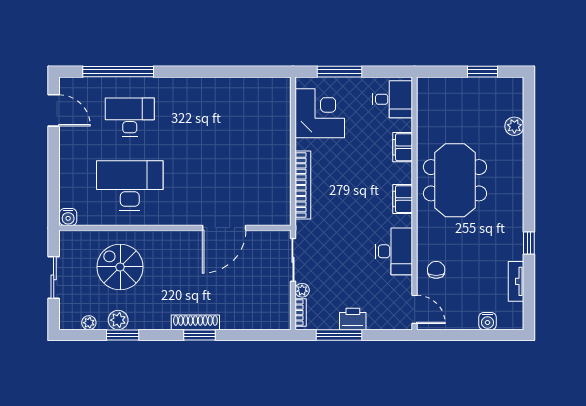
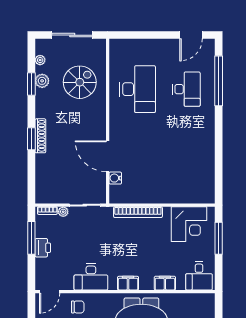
water cooler: (68, 217) -> (115, 178), moved
sliding door: (54, 277) -> (72, 35), width x1.37

